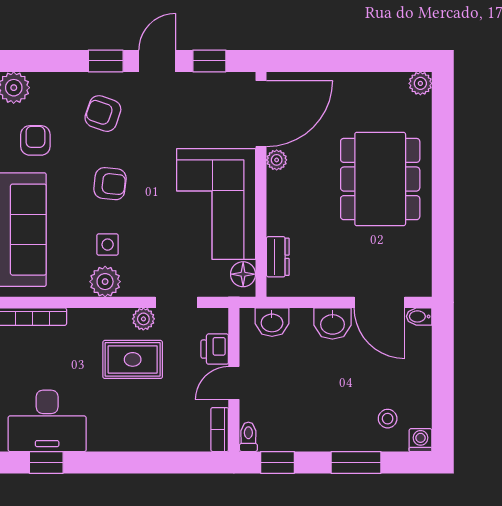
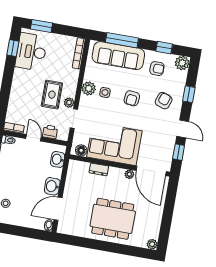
window: (106, 61) -> (189, 94), moved
dresser: (278, 257) -> (99, 169), moved

